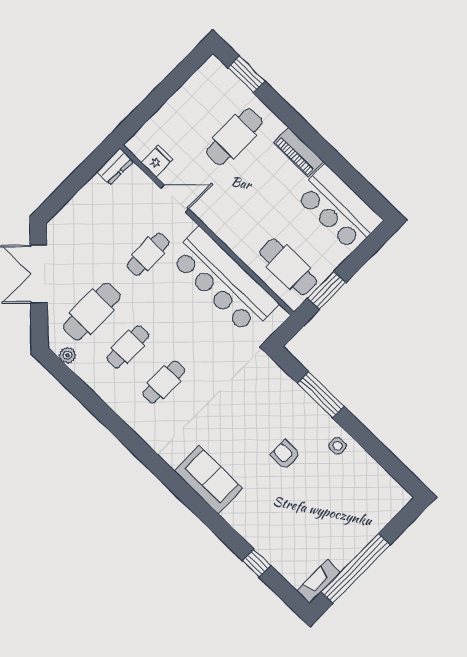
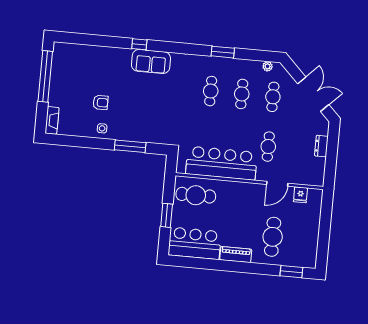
dresser: (115, 166) -> (321, 146), moved
window: (327, 290) -> (167, 215), moved
cafe table: (92, 312) -> (273, 97), width x0.73, depth x0.74
window: (109, 419) -> (223, 52), added
armchair: (285, 455) -> (101, 102), moved
window: (257, 563) -> (139, 44), moved
fireplace: (318, 582) -> (52, 120), moved

